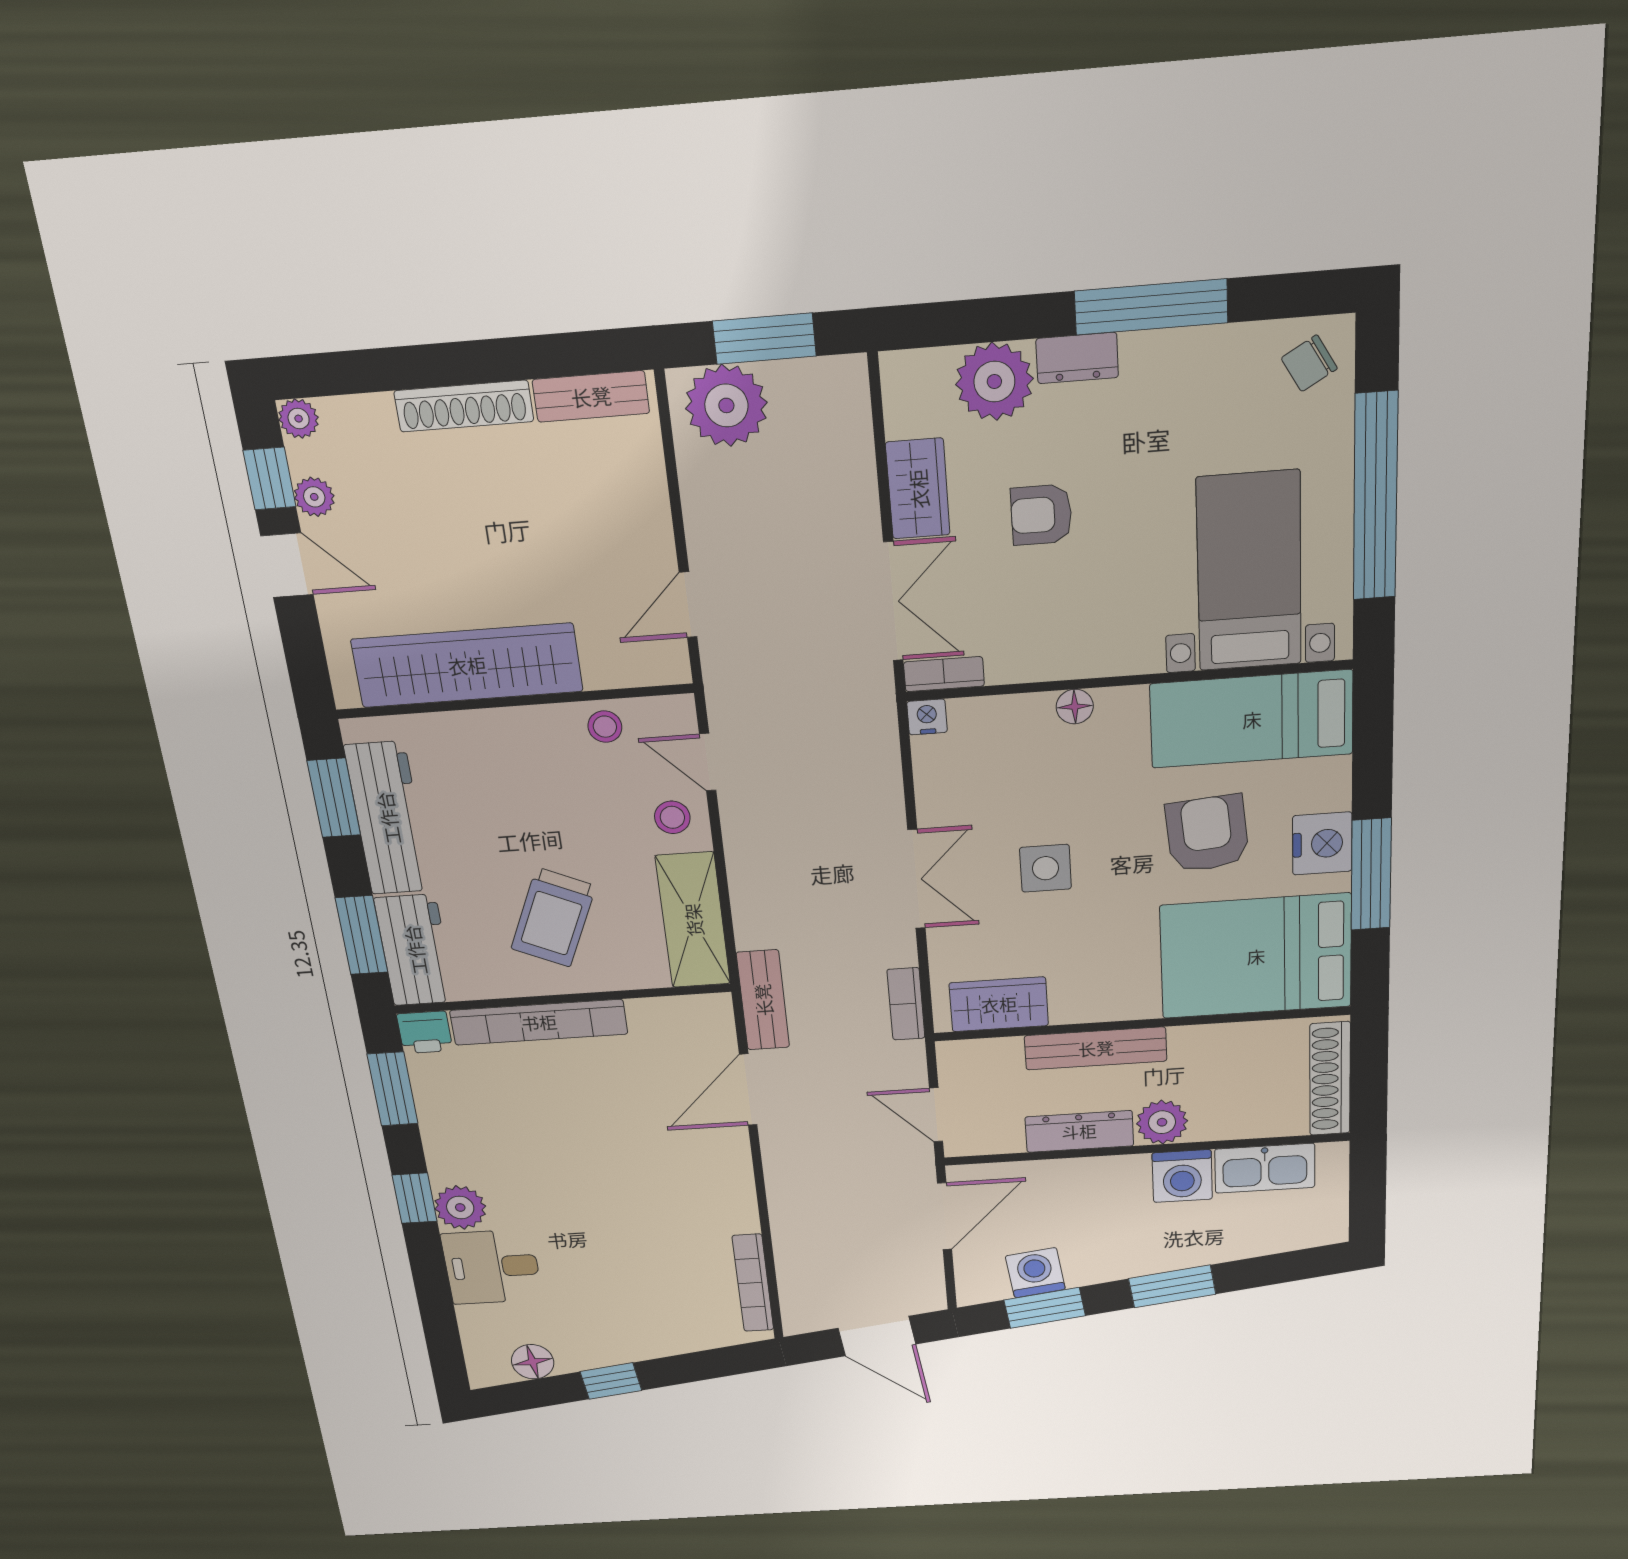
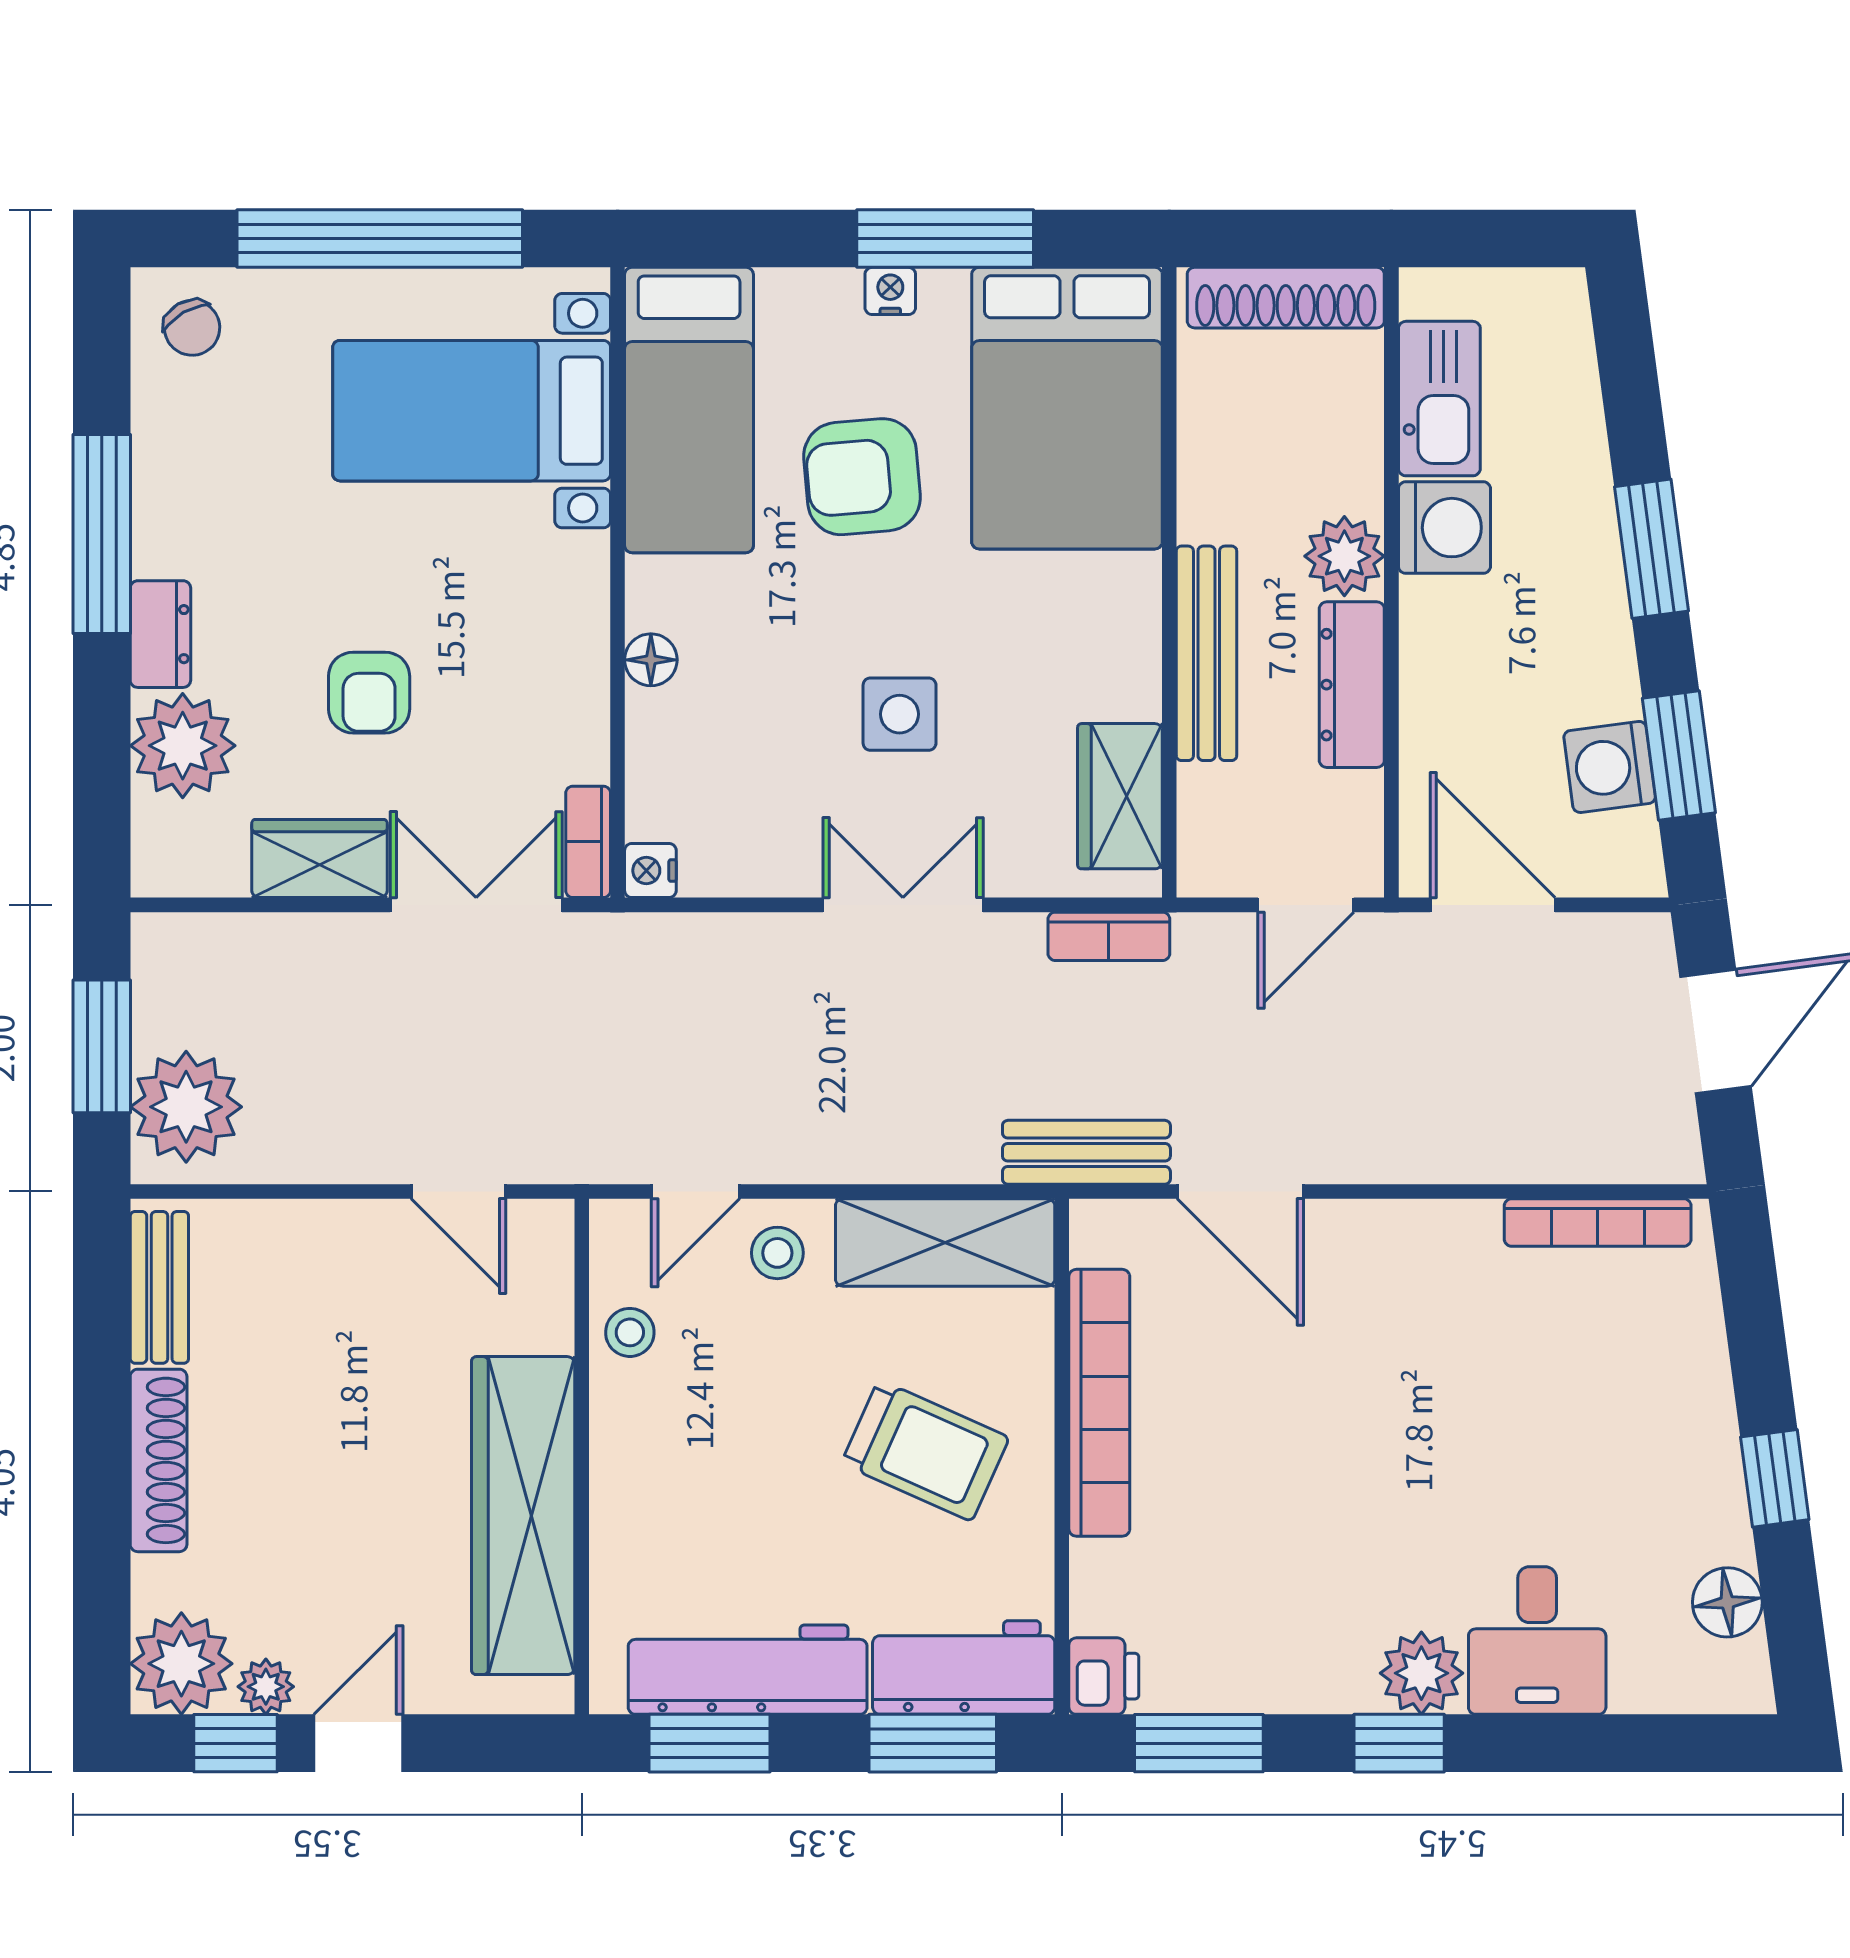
plant: (299, 419) -> (181, 1664), width x1.87, depth x1.87
nightstand: (1322, 844) -> (890, 291), width x0.53, depth x0.56
bookcase: (539, 1022) -> (1099, 1403), moved

